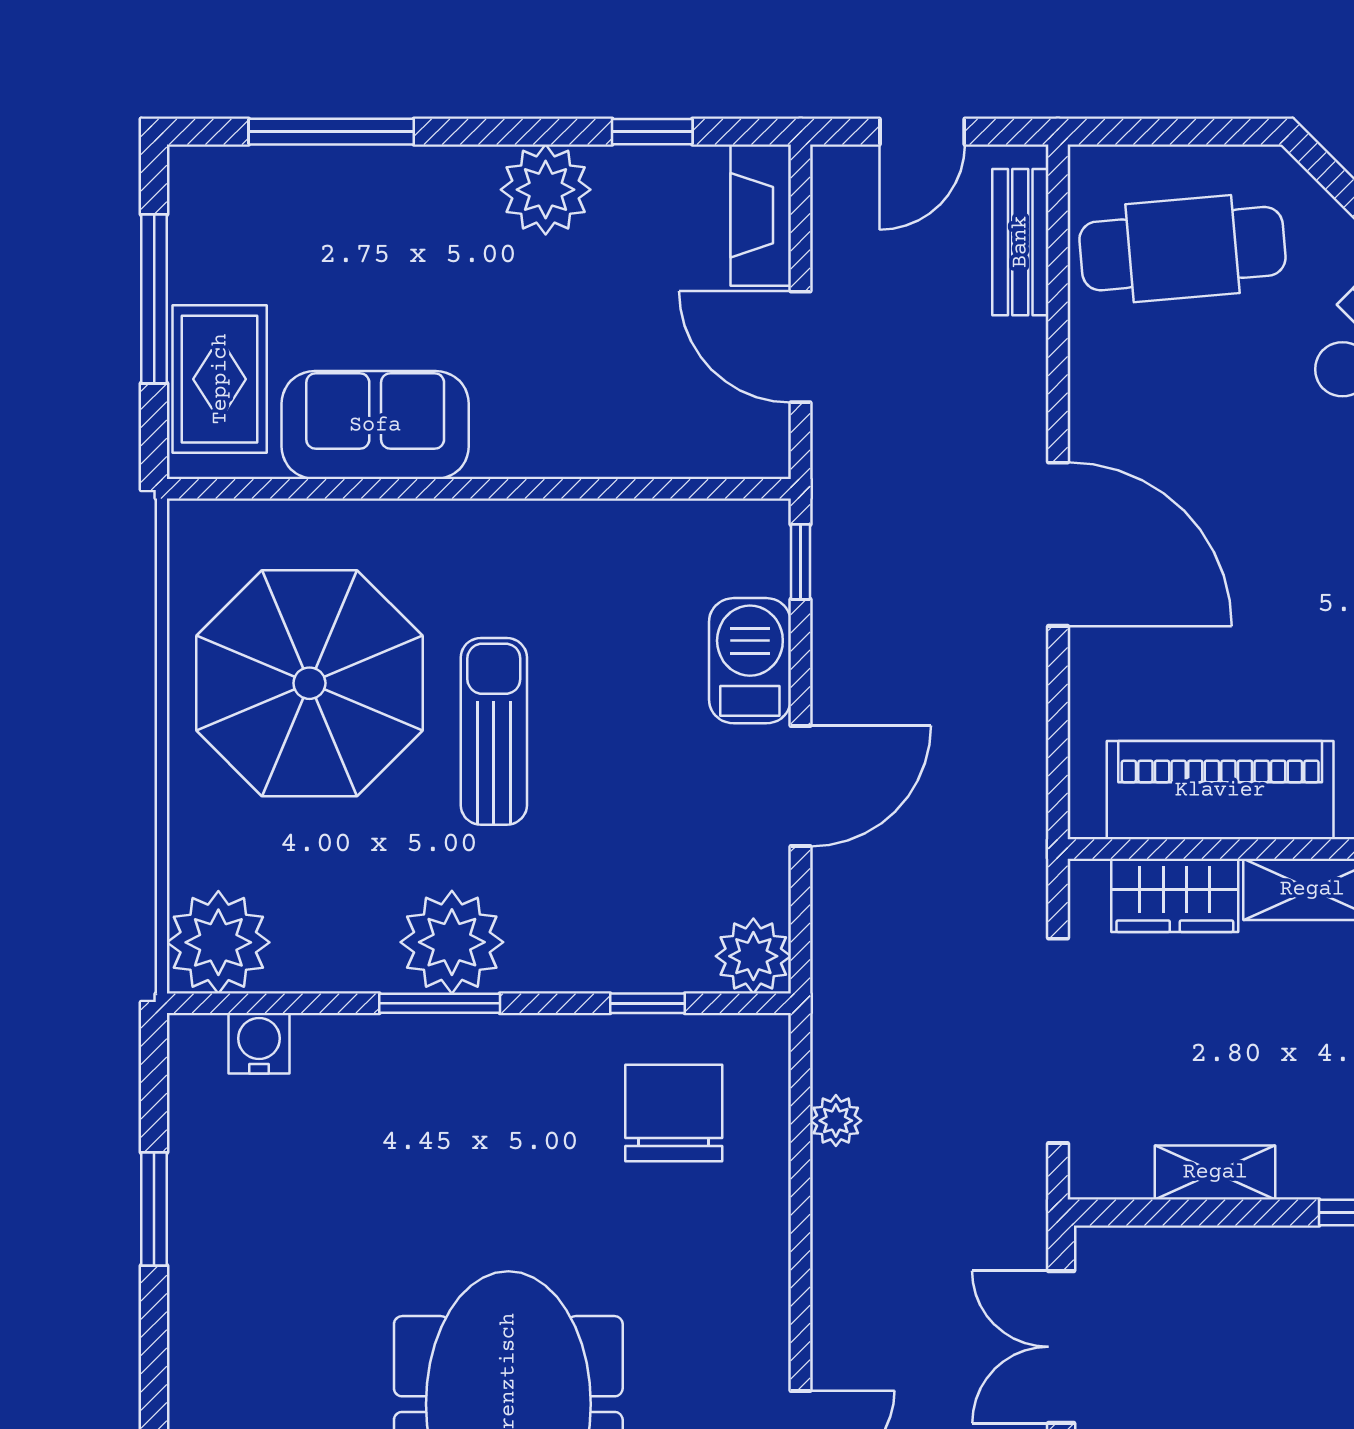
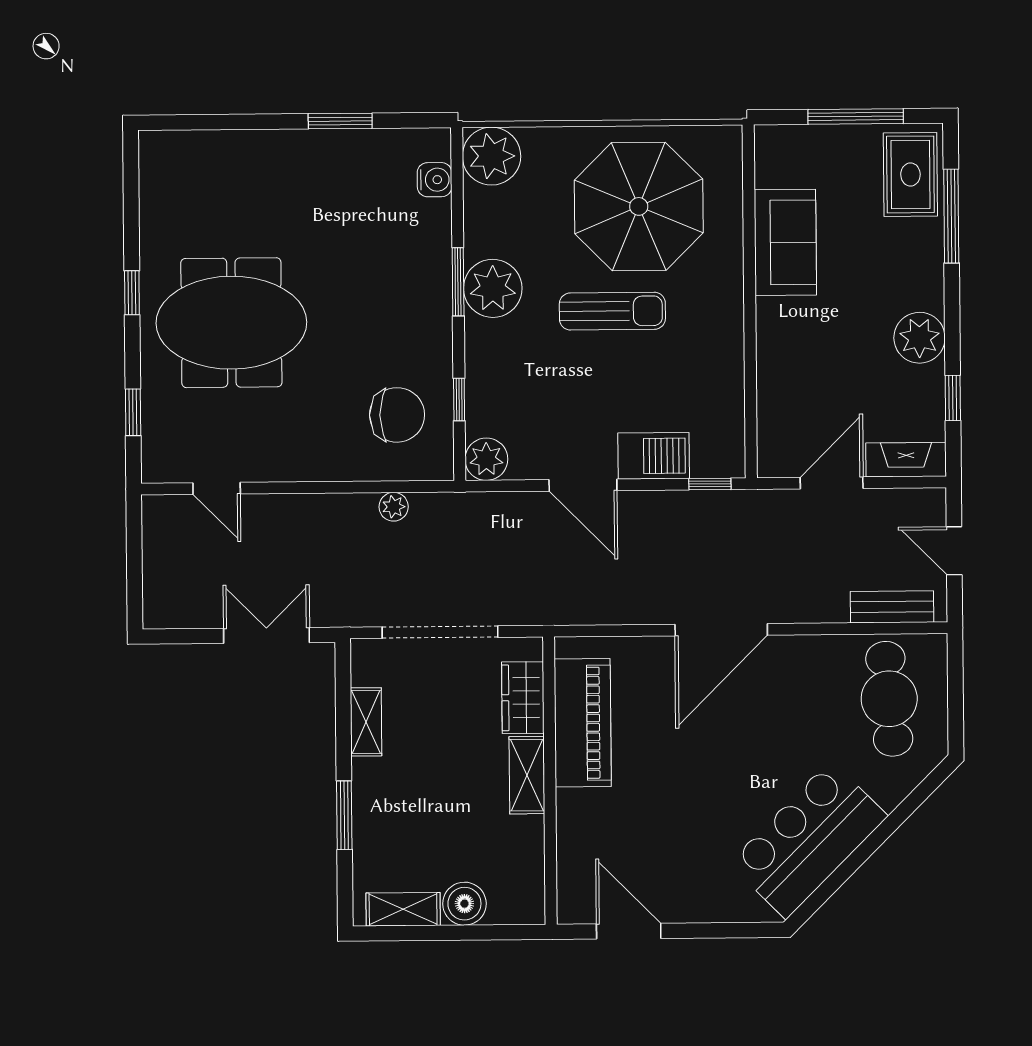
rug: (220, 379) -> (910, 174), moved, turned 90

